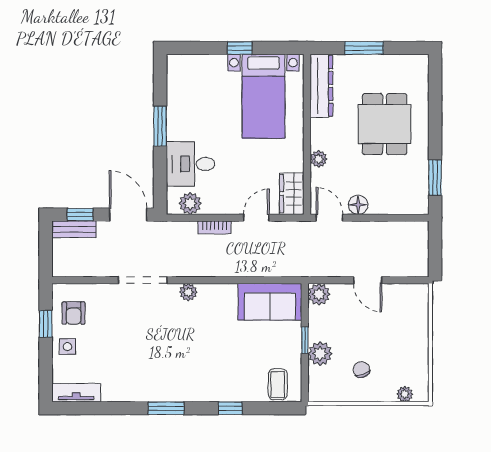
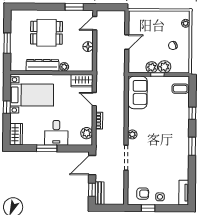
wardrobe: (187, 66) -> (16, 134), added
dresser: (321, 86) -> (43, 65), moved
desk: (190, 164) -> (56, 133), moved
door: (330, 218) -> (95, 23), moved
plant: (319, 294) -> (152, 67), moved

